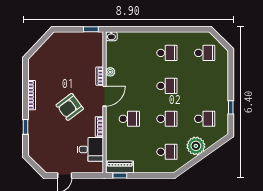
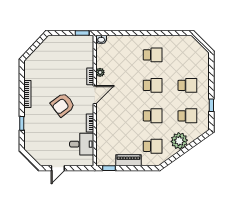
school desk: (205, 53) -> (187, 85), moved
school desk: (129, 119) -> (118, 116), removed
piano: (120, 167) -> (128, 160), moved

